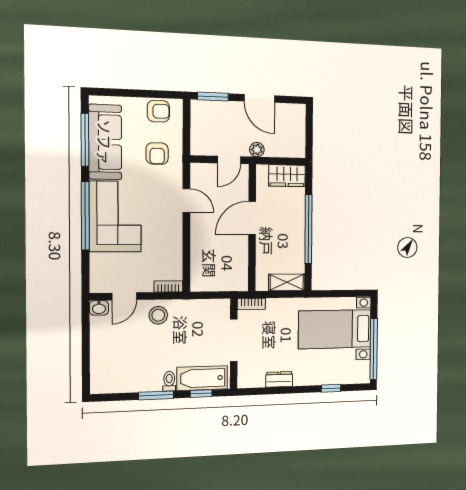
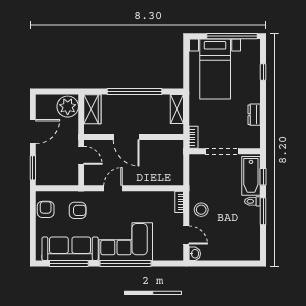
plant: (257, 150) -> (68, 107), moved, width x1.88, depth x1.88

